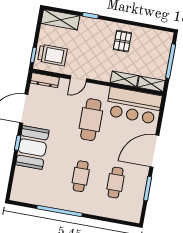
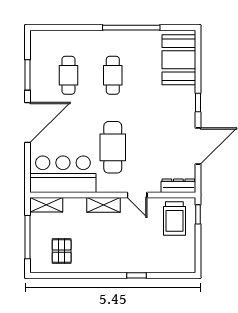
shelving: (60, 20) -> (173, 264), removed
pallet: (122, 41) -> (62, 251), moved
trolley: (52, 55) -> (174, 218), turned -90
door: (78, 79) -> (137, 195), swing flipped
shelving: (124, 79) -> (104, 205), moved
booth: (32, 147) -> (179, 60), moved

